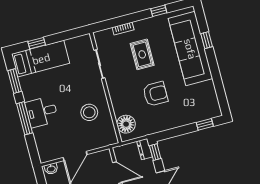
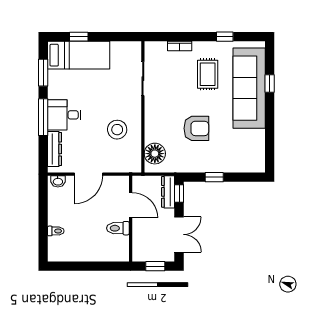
rug: (142, 54) -> (208, 74), moved
window: (205, 124) -> (214, 177), moved
dresser: (41, 142) -> (55, 149), added
dresser: (145, 149) -> (168, 192), width x1.44

